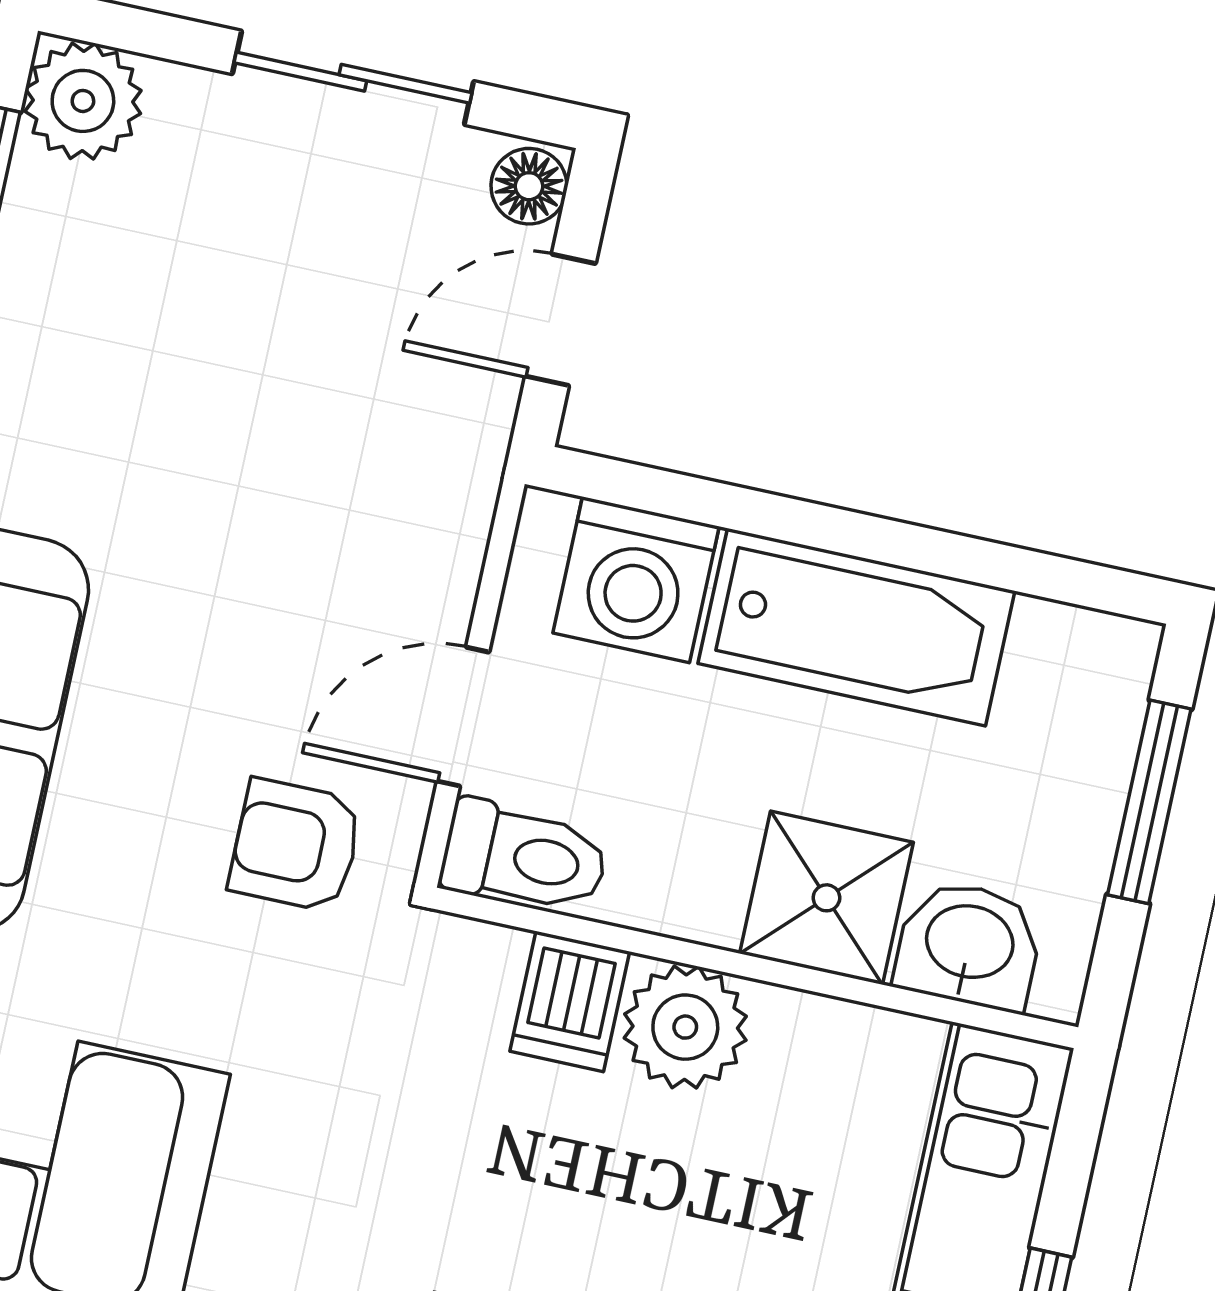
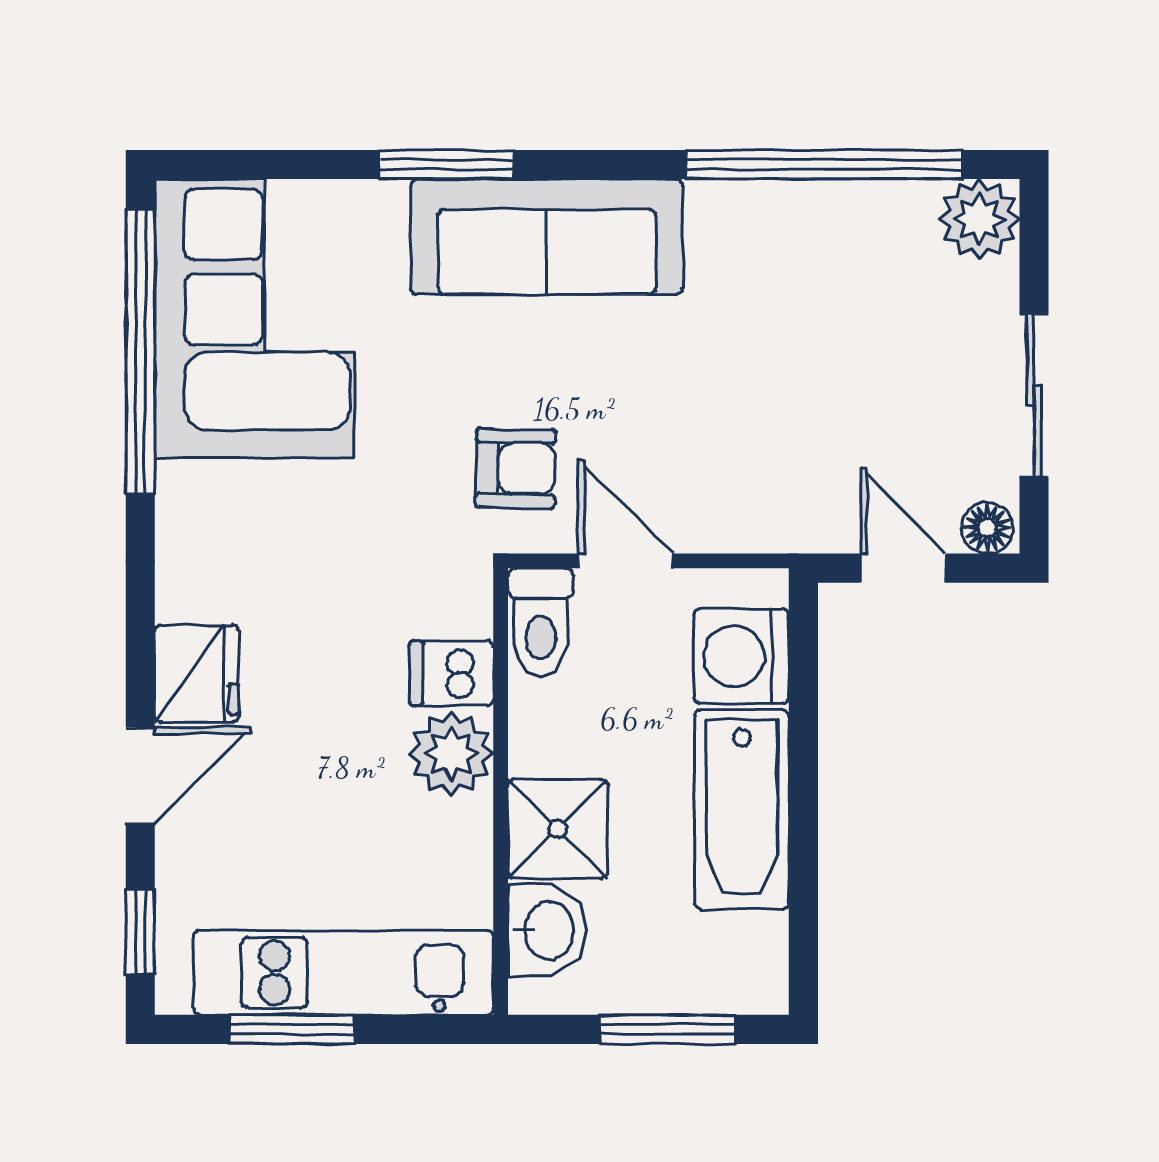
armchair: (296, 845) -> (515, 468), turned 91

